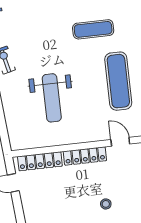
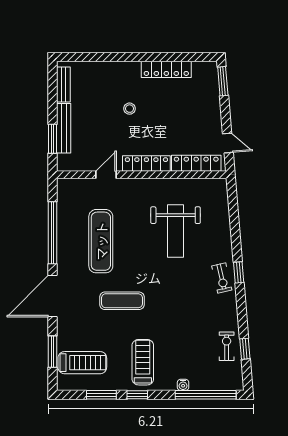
weight bench: (52, 98) -> (176, 231), turned 180
door: (120, 142) -> (106, 175), swing flipped

